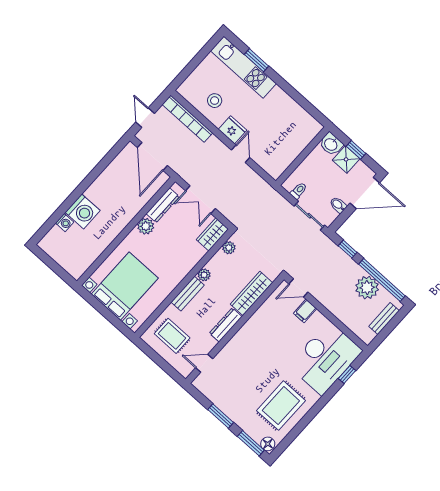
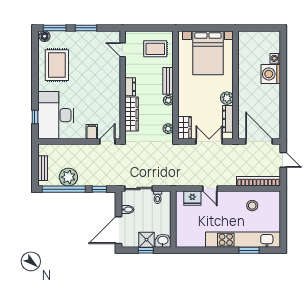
kitchen unit: (243, 67) -> (243, 240), width x1.36
fridge: (233, 130) -> (192, 198), moved
dresser: (226, 325) -> (130, 87), width x0.70
door: (204, 363) -> (123, 50), swing flipped

